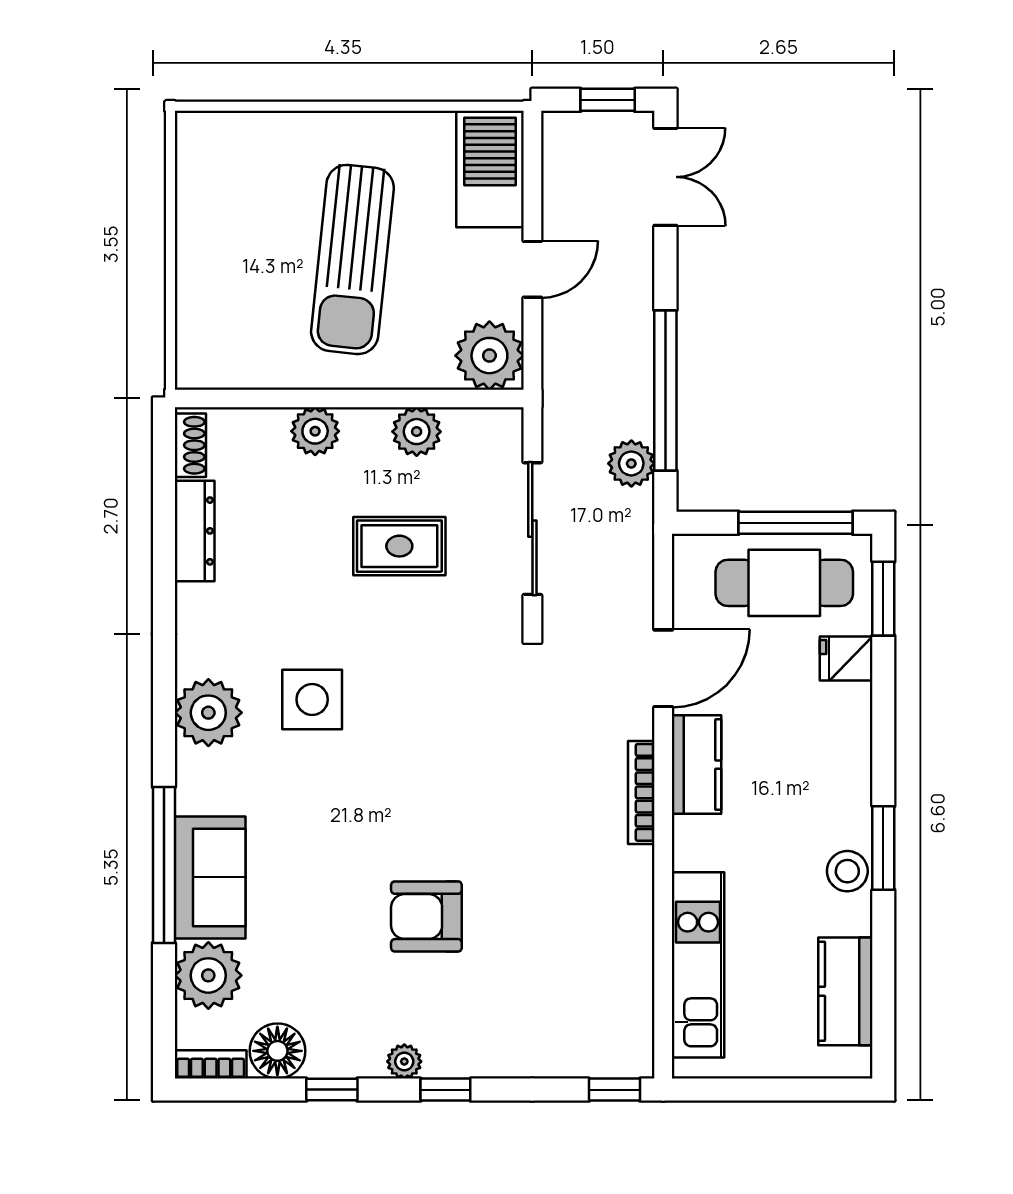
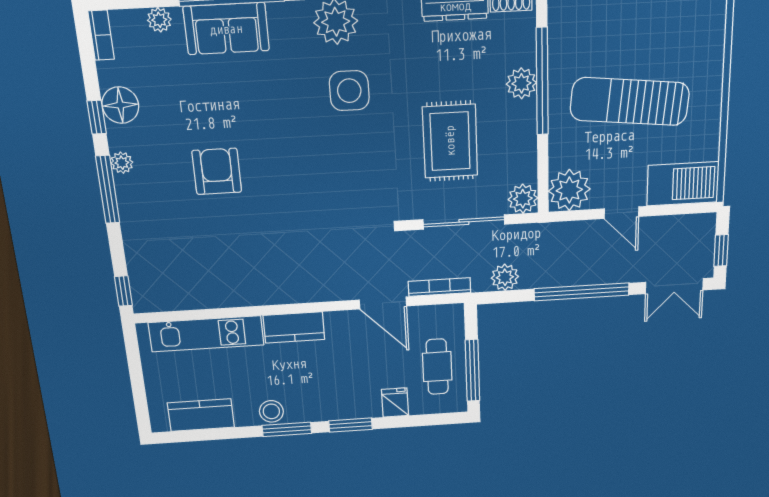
window: (665, 390) -> (582, 292), moved
window: (314, 398) -> (542, 82), added
plant: (417, 432) -> (523, 199), moved
rug: (399, 546) -> (450, 141), width x1.36, depth x1.43
cafe table: (784, 583) -> (437, 367), width x0.73, depth x0.74
window: (883, 599) -> (351, 425), moved
kitchen counter: (697, 765) -> (294, 327), moved
bookcase: (641, 792) -> (440, 287), moved
plant: (208, 975) -> (159, 20), width x0.53, depth x0.53
floor lamp: (277, 1051) -> (120, 105), moved
window: (445, 1090) -> (108, 189), width x2.17

